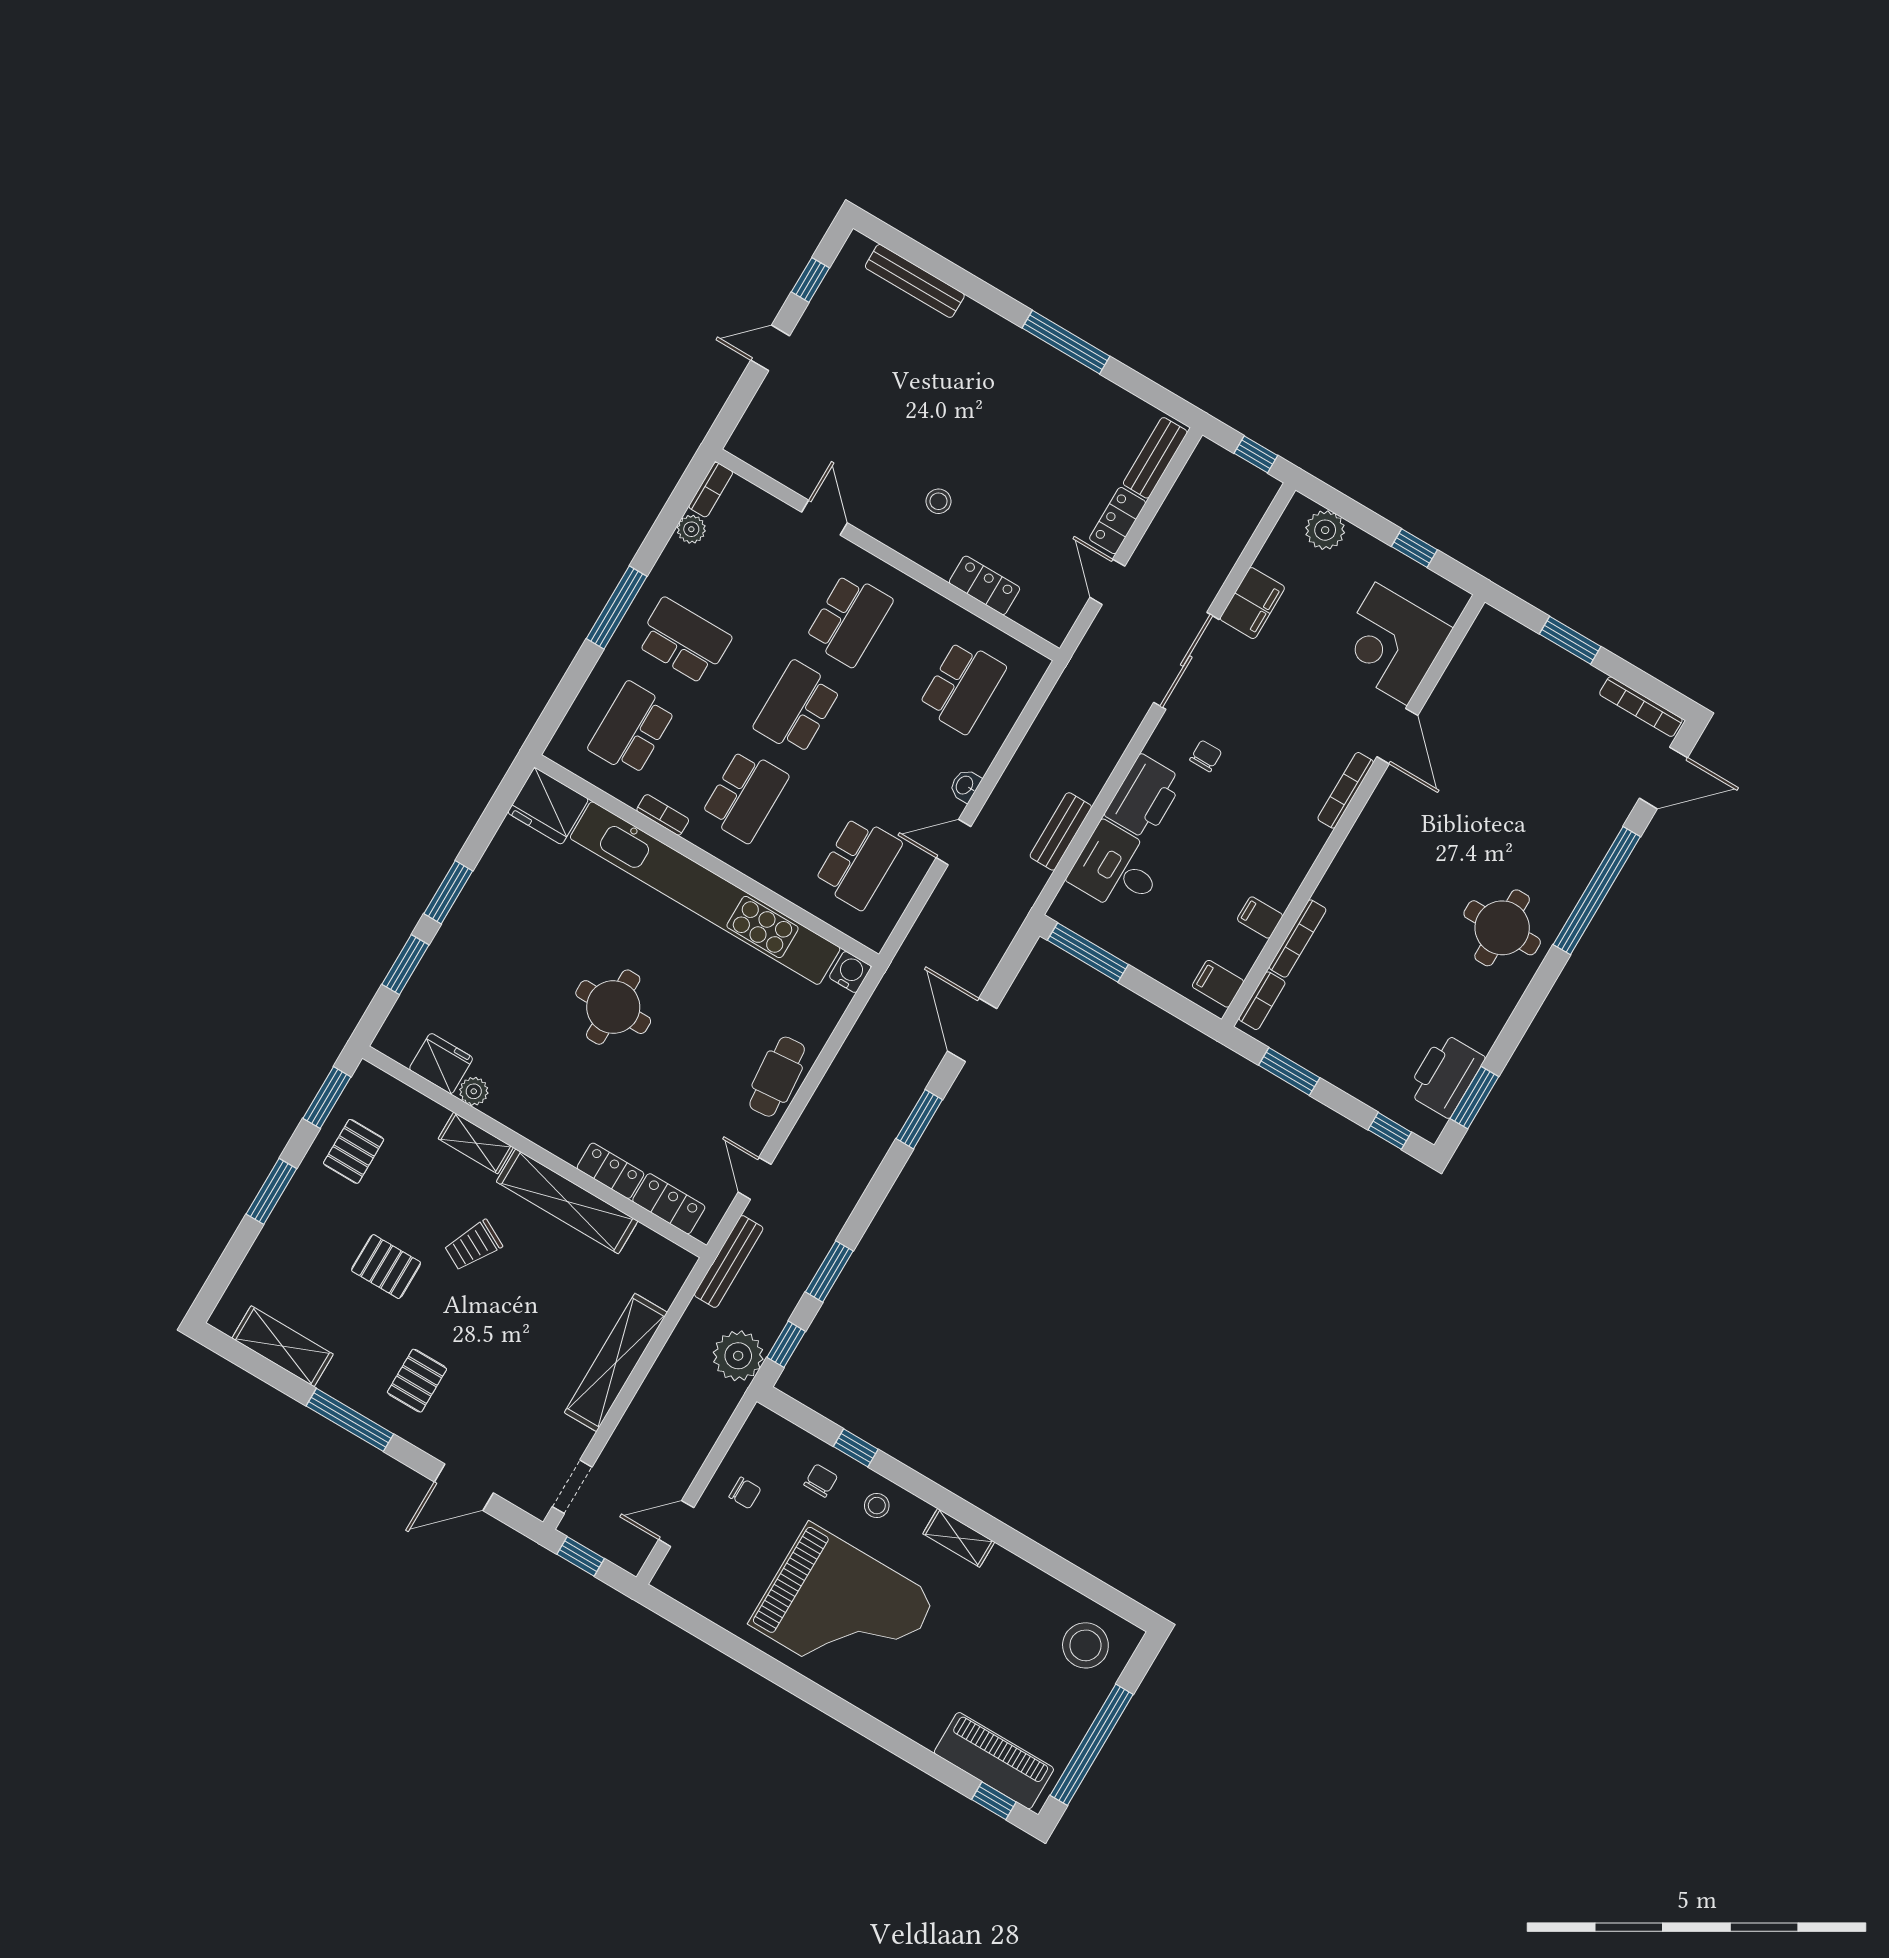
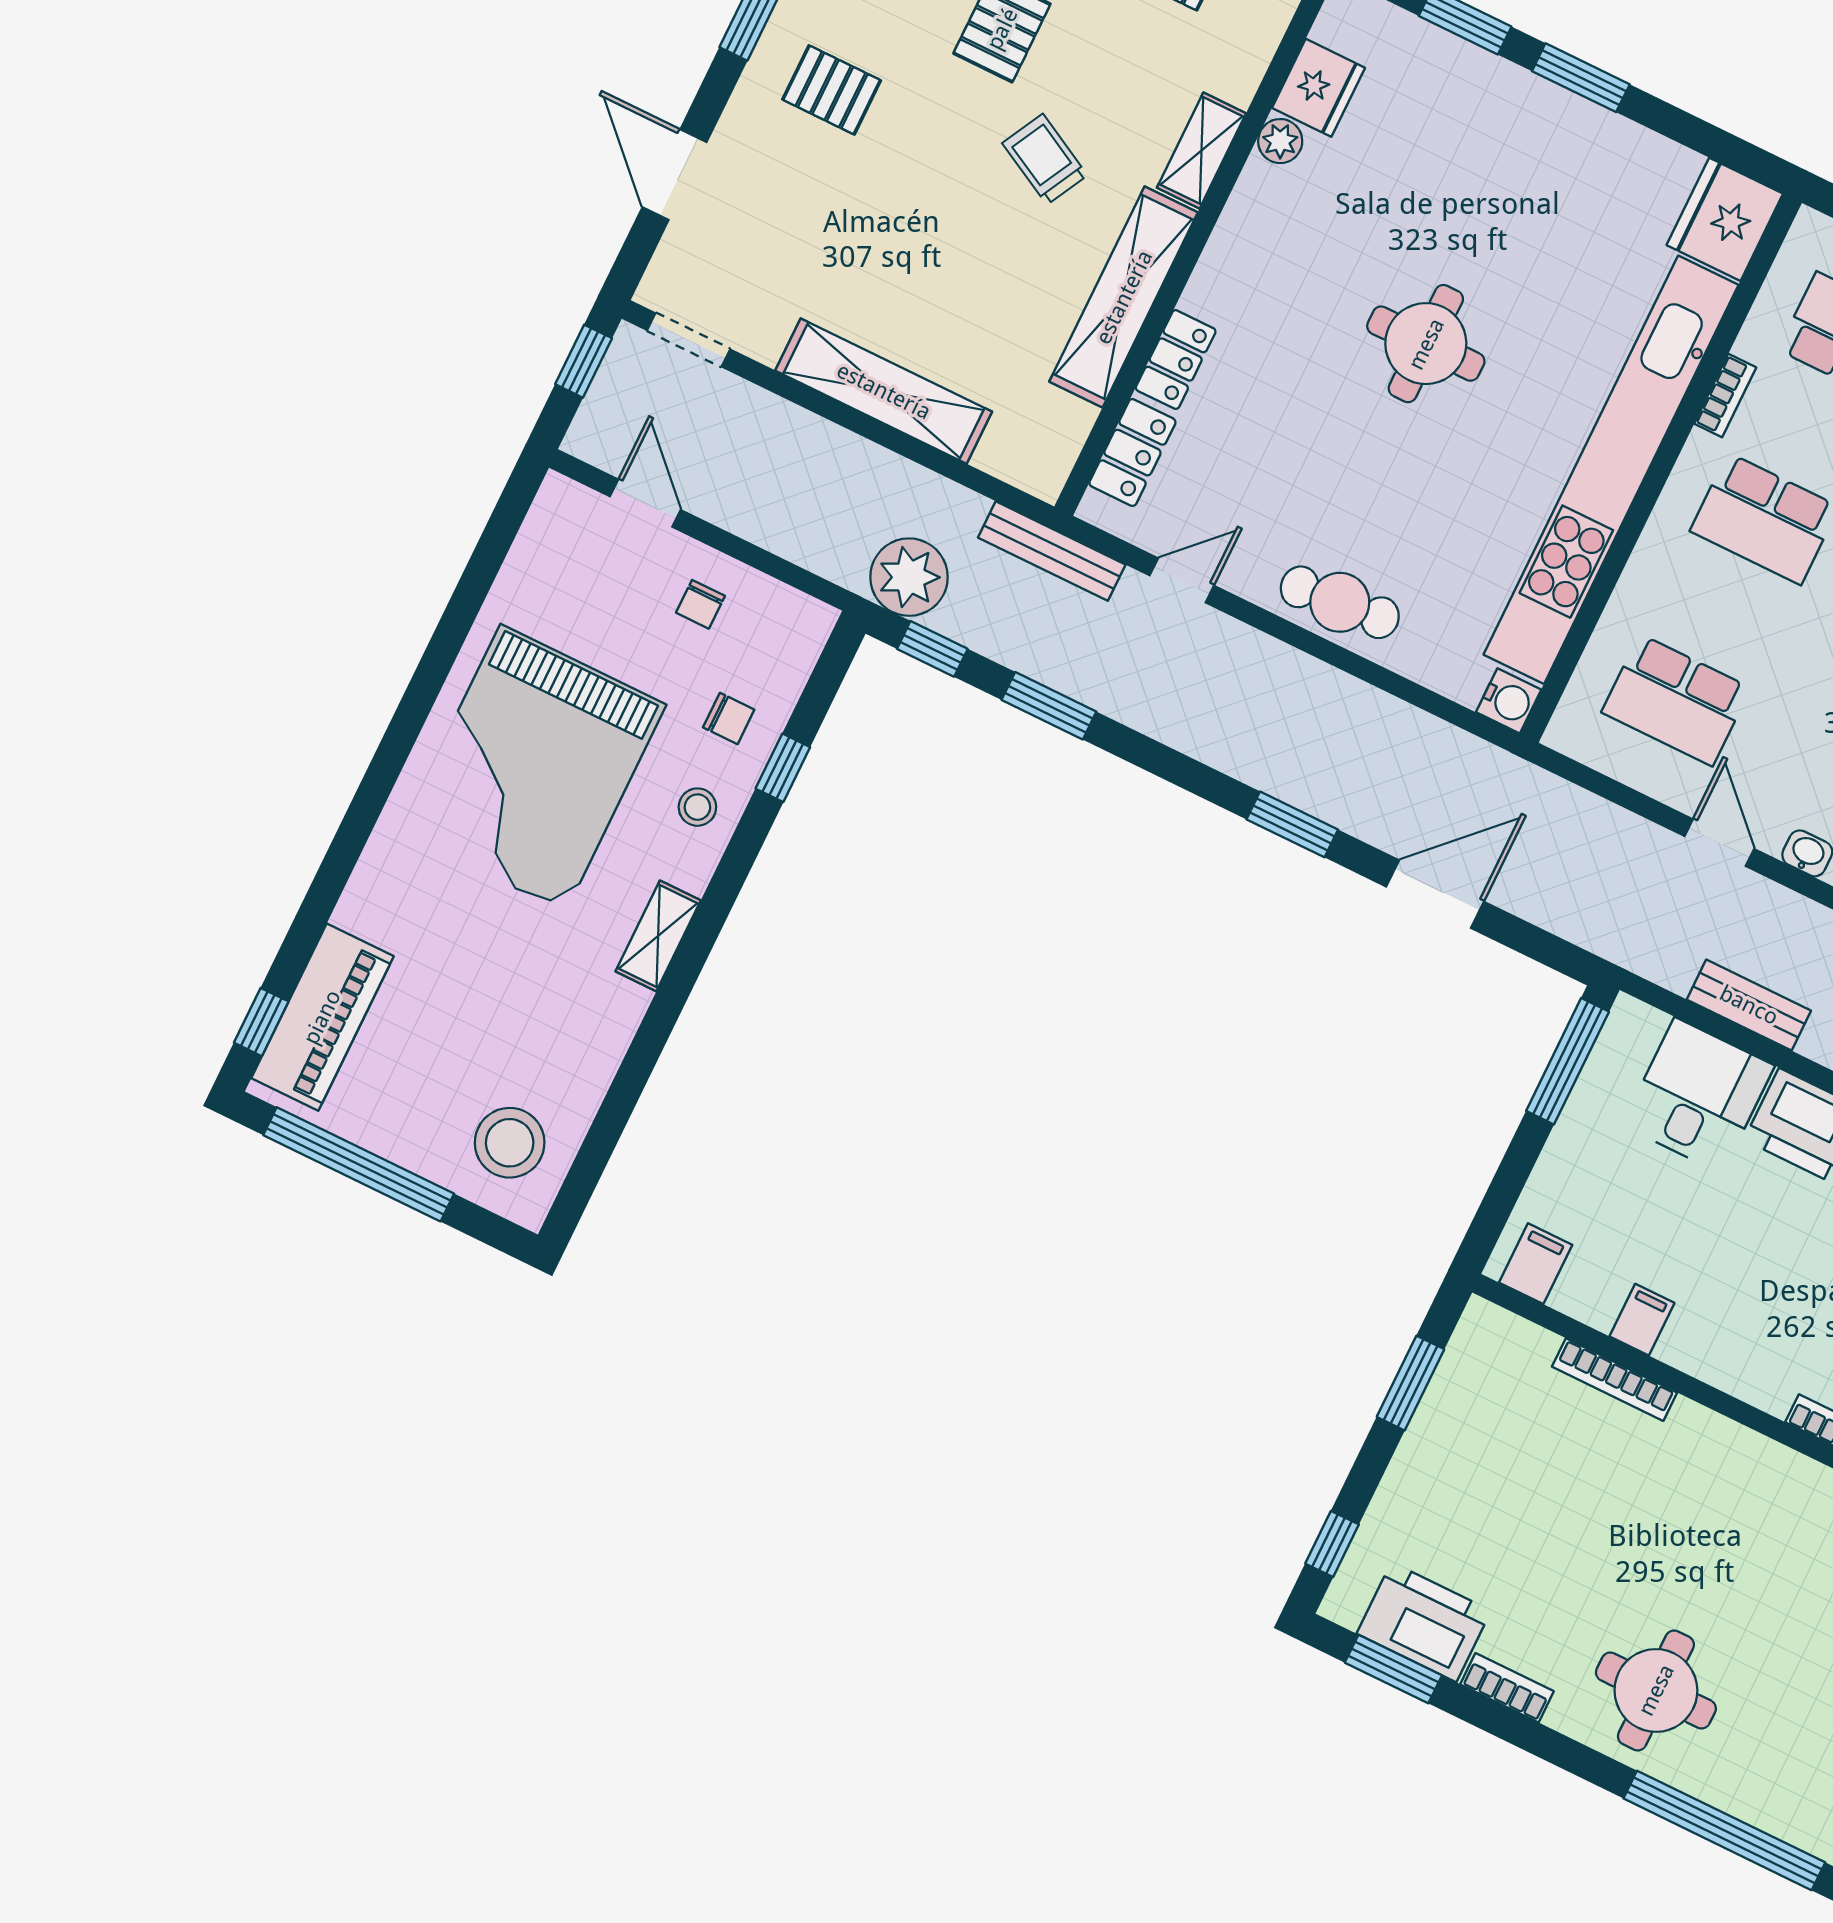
bookcase: (1262, 1001) -> (1507, 1688), moved, turned 180

